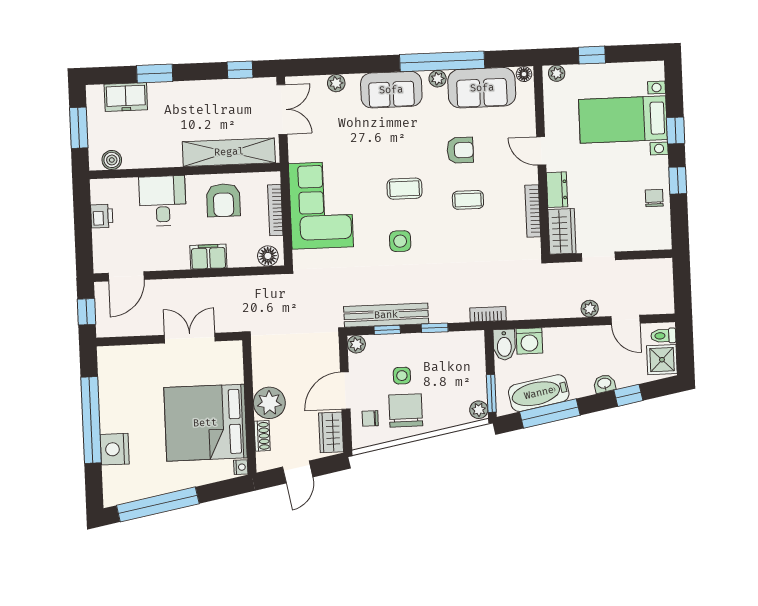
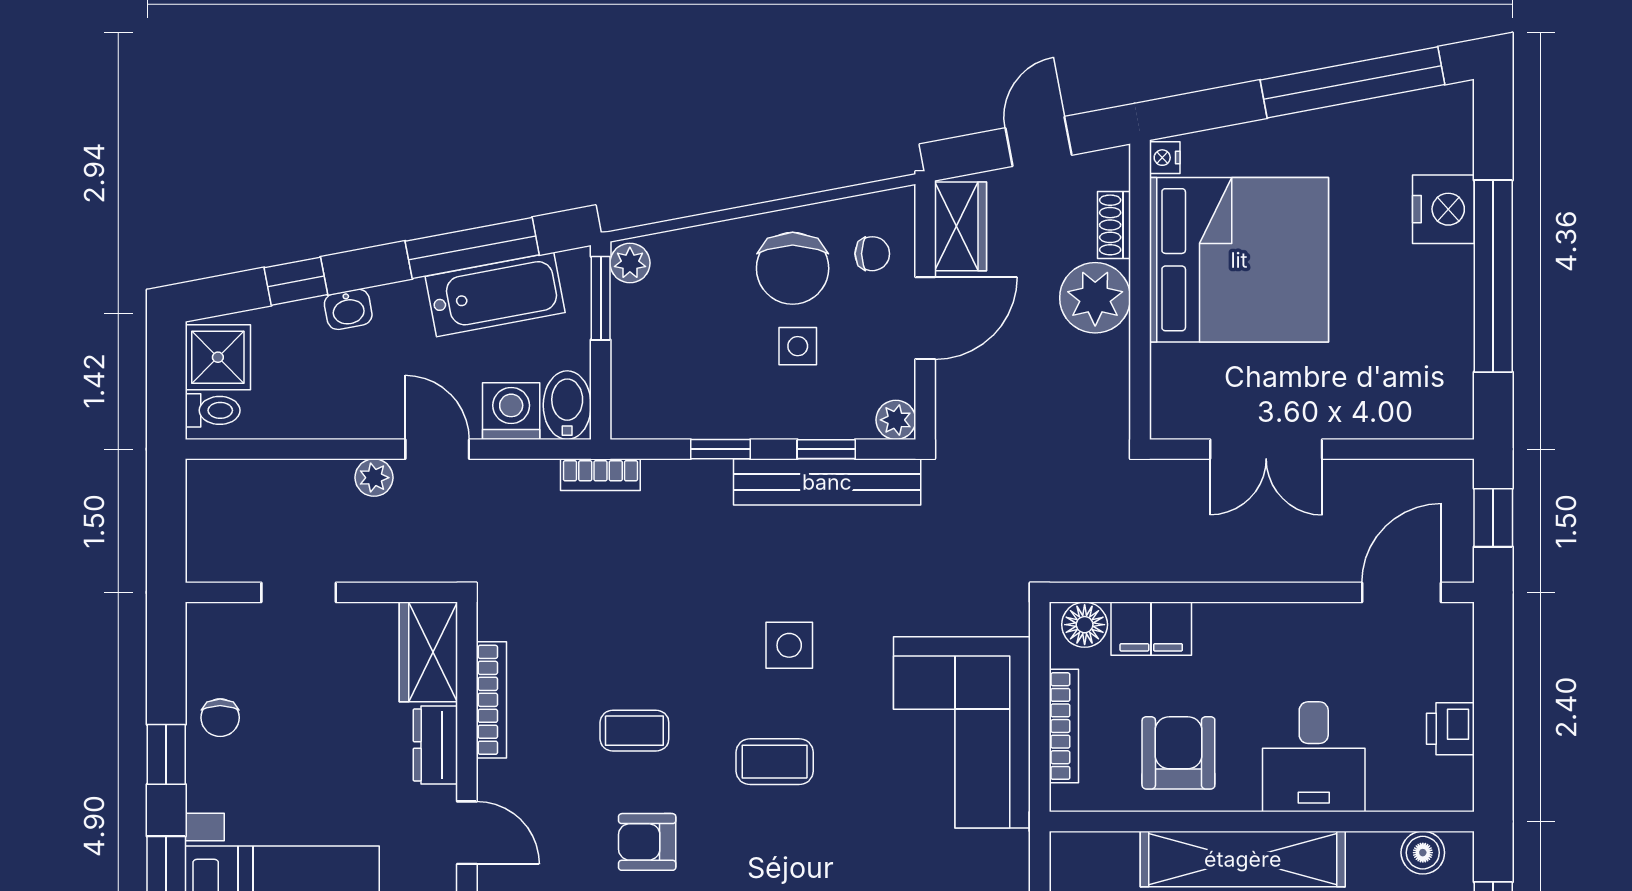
shelving: (229, 152) -> (1243, 859), moved
filing cabinet: (208, 257) -> (1151, 629), moved
doorway: (598, 257) -> (299, 592), moved
door: (626, 320) -> (437, 449), moved

